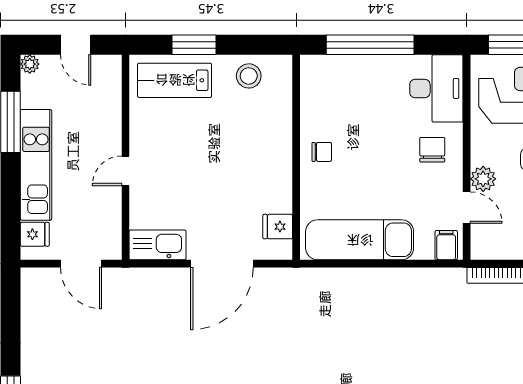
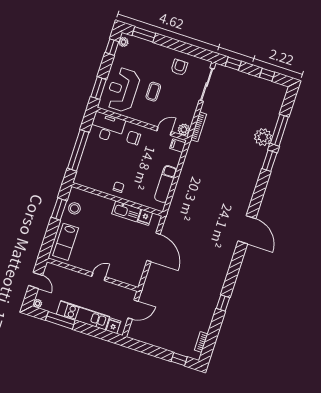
door: (76, 45) -> (36, 280), hinge flipped
window: (194, 45) -> (59, 209), moved
door: (125, 171) -> (99, 277), swing flipped
plant: (483, 179) -> (184, 130), moved
exam couch: (360, 240) -> (166, 184), width x0.73, depth x0.69
kitchen sink: (158, 245) -> (126, 211), moved, turned -90

